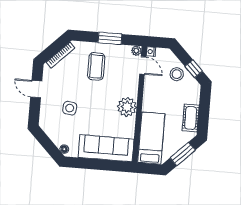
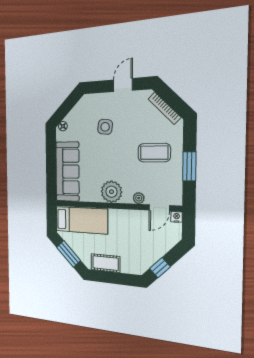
plant: (136, 51) -> (139, 198), moved
stool: (177, 74) -> (152, 248), removed

